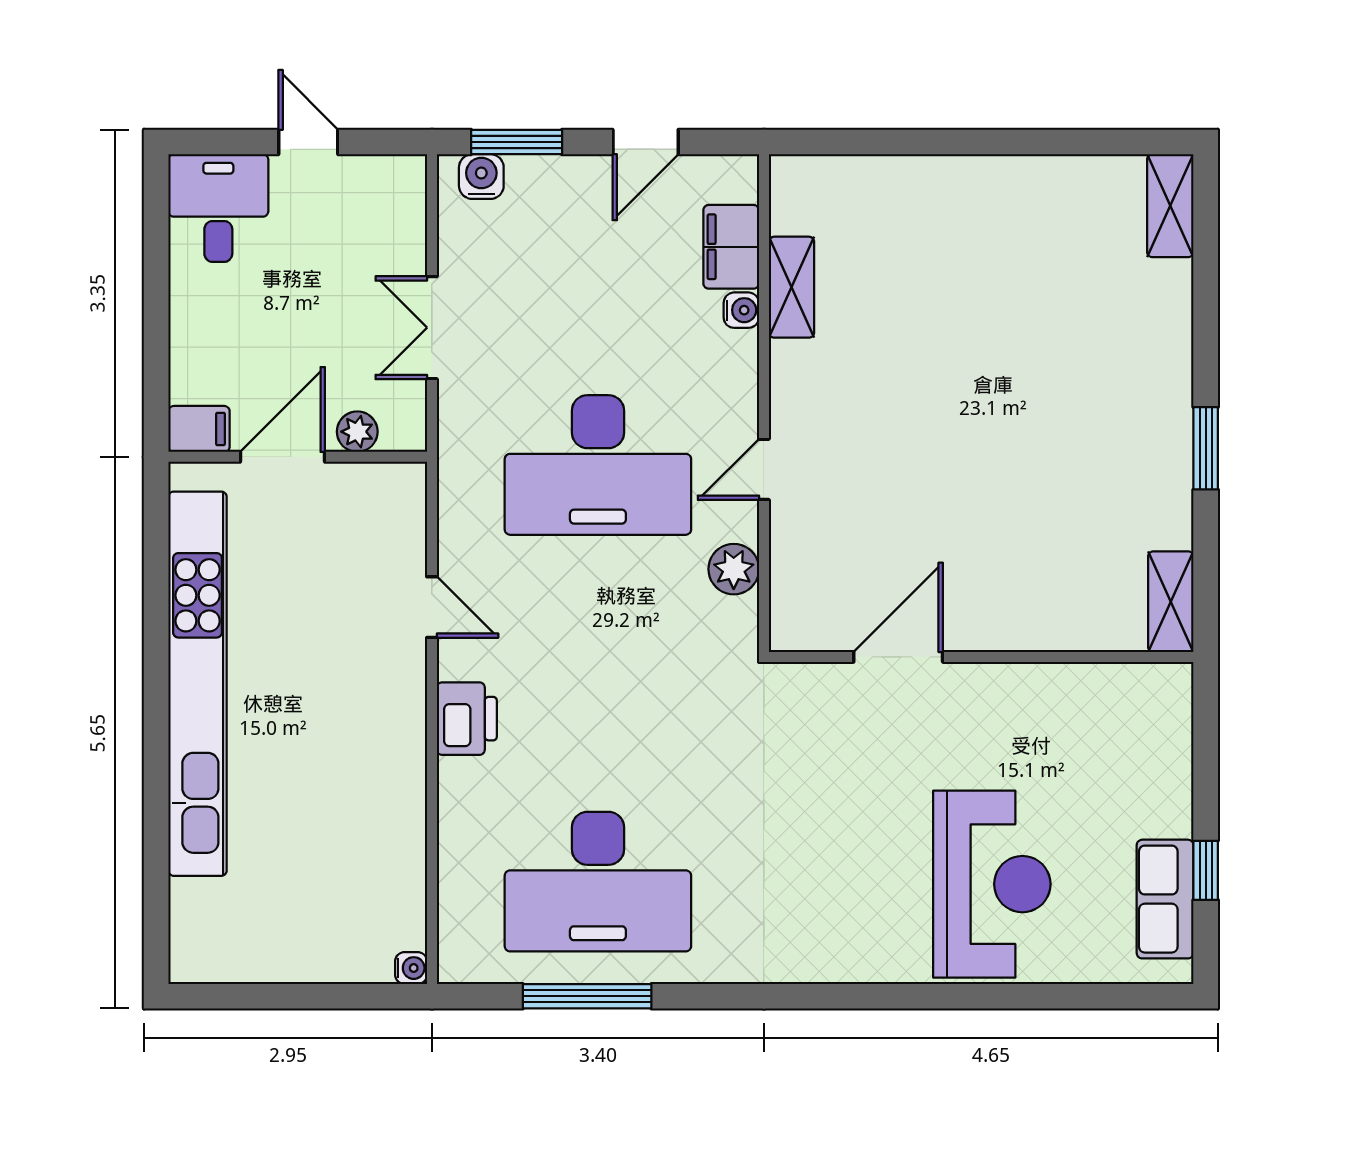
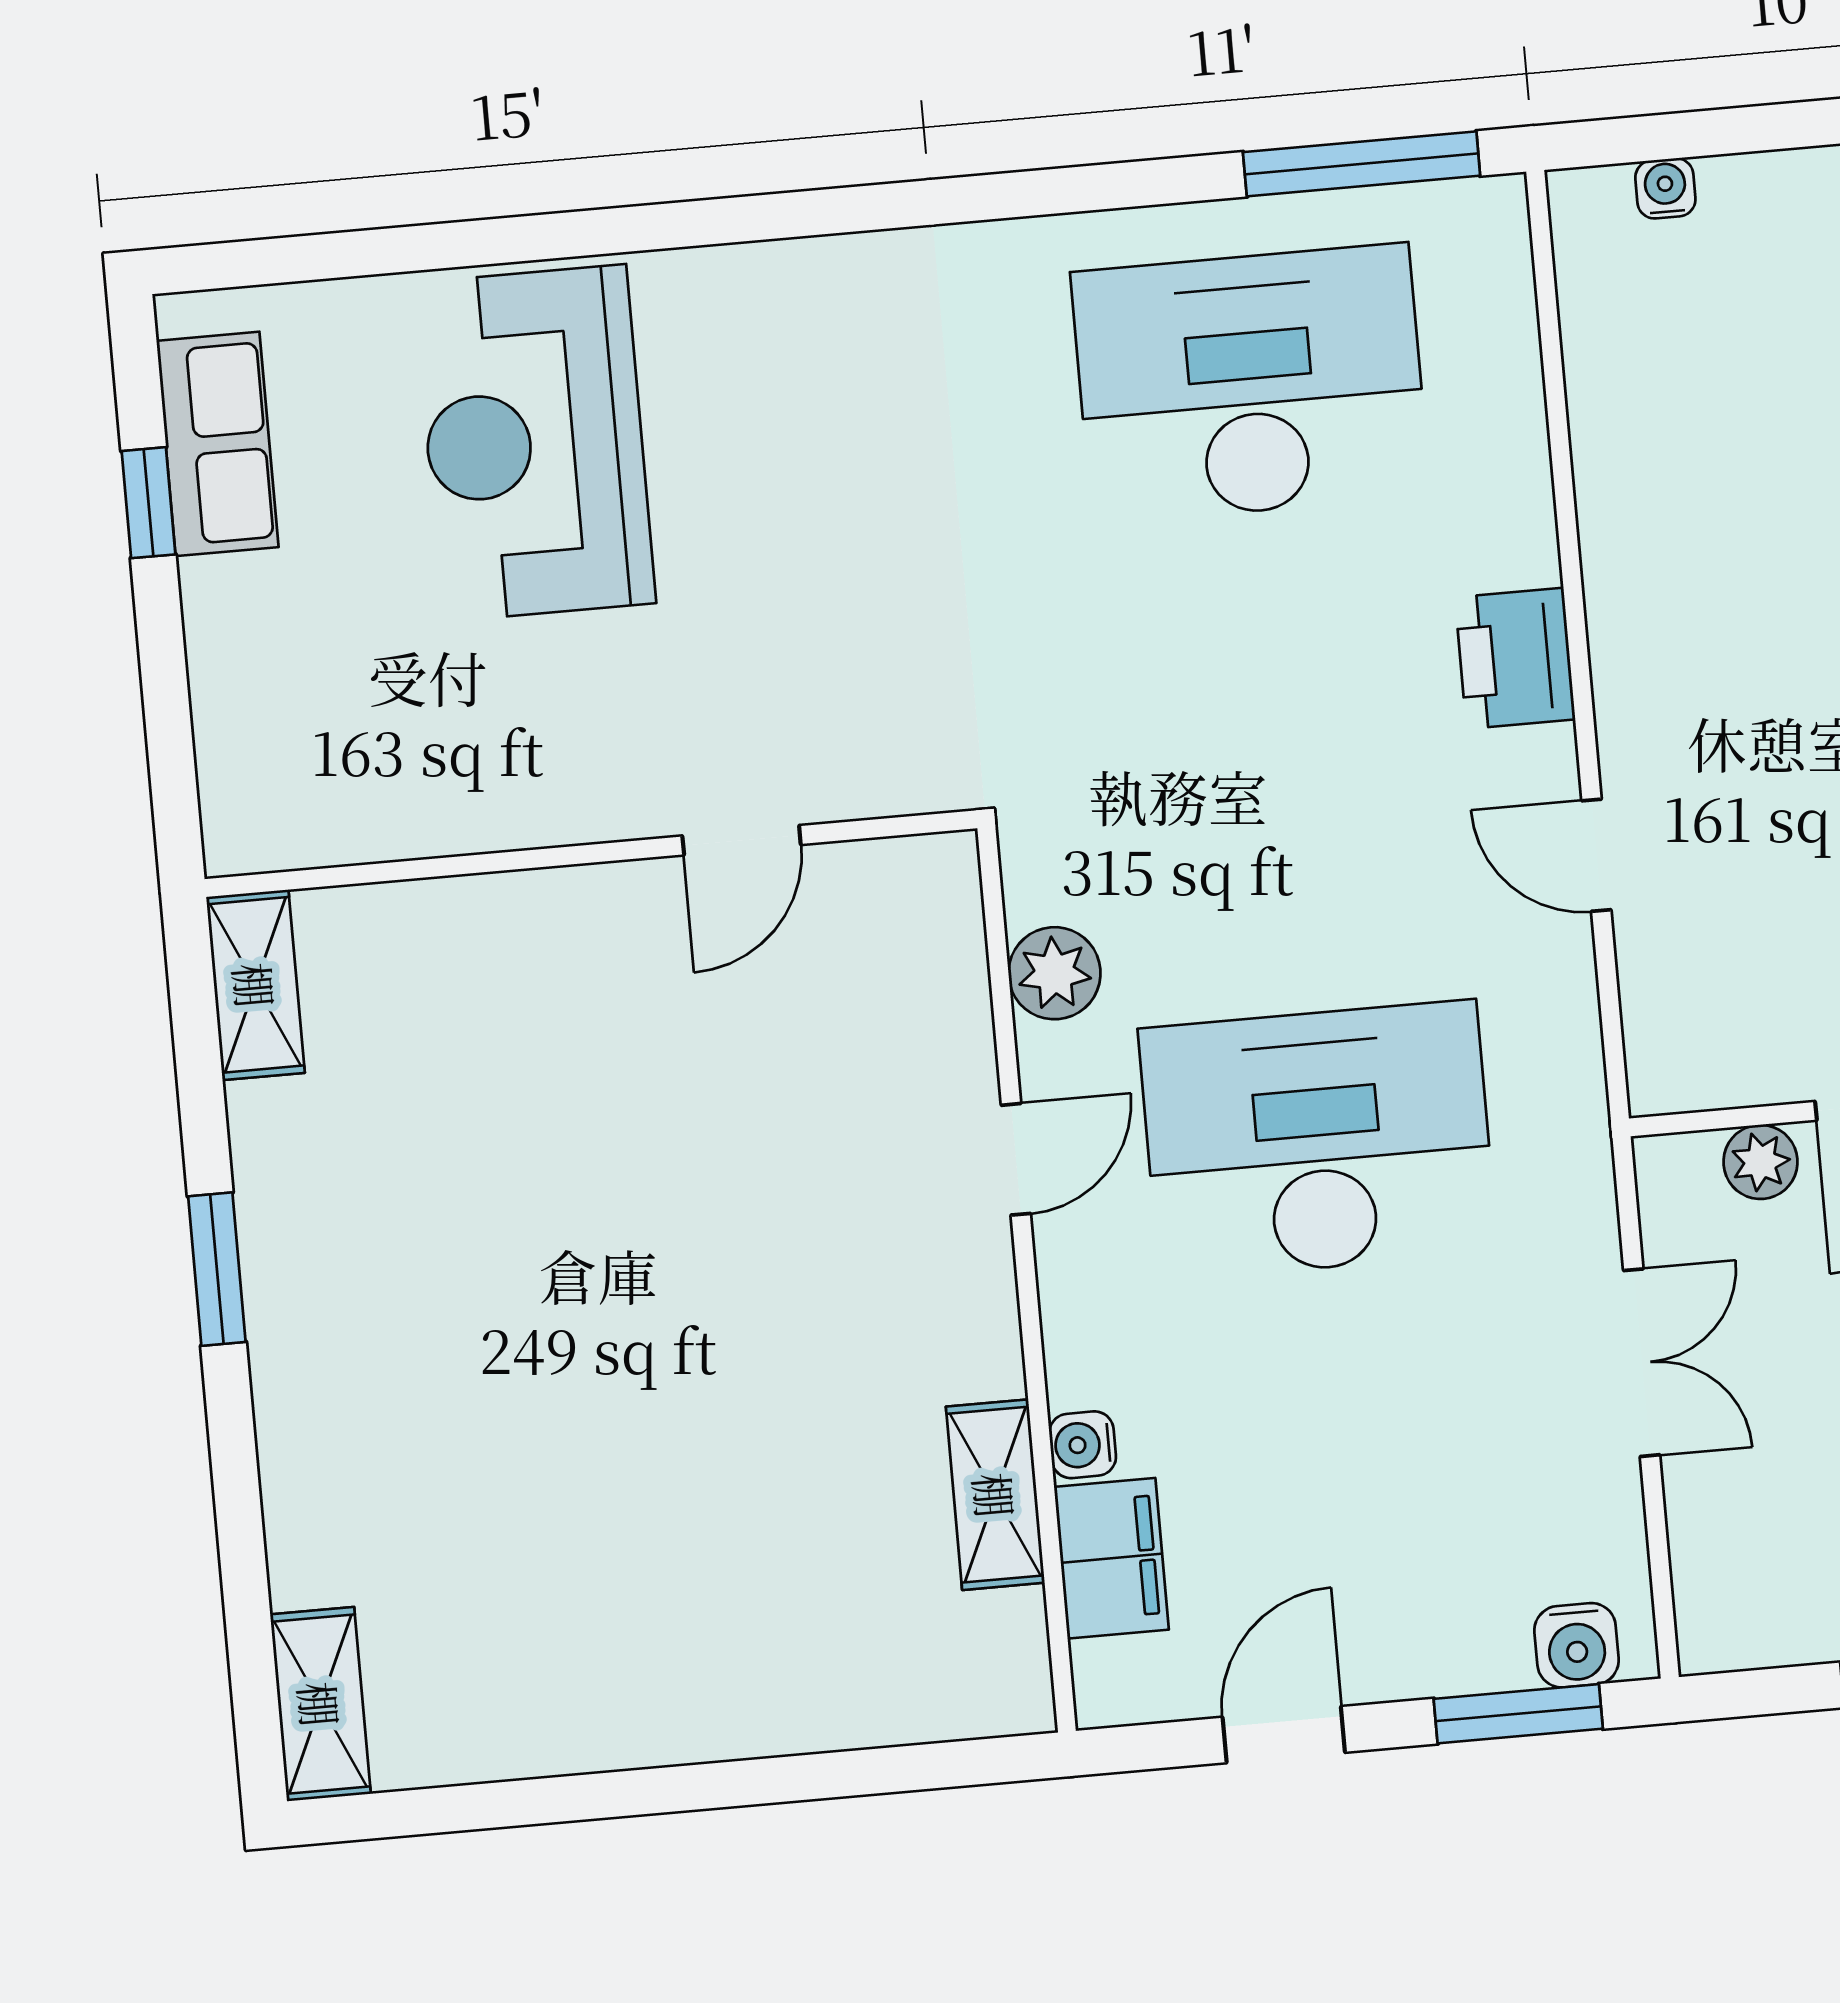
door: (898, 657) -> (742, 840), width x0.73
water cooler: (411, 968) -> (1665, 188), moved, turned 90
window: (587, 996) -> (1362, 164), moved

